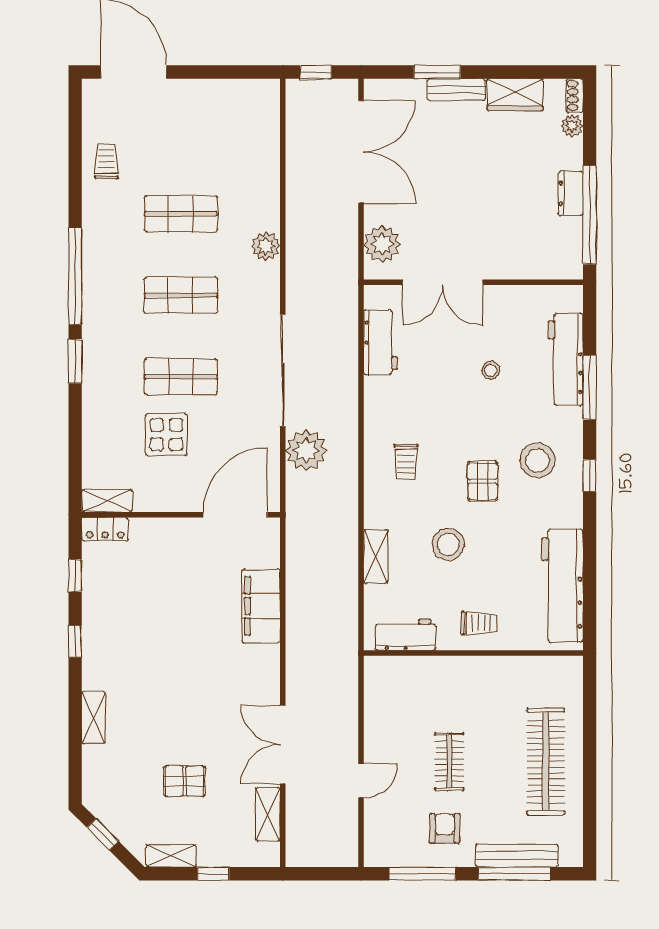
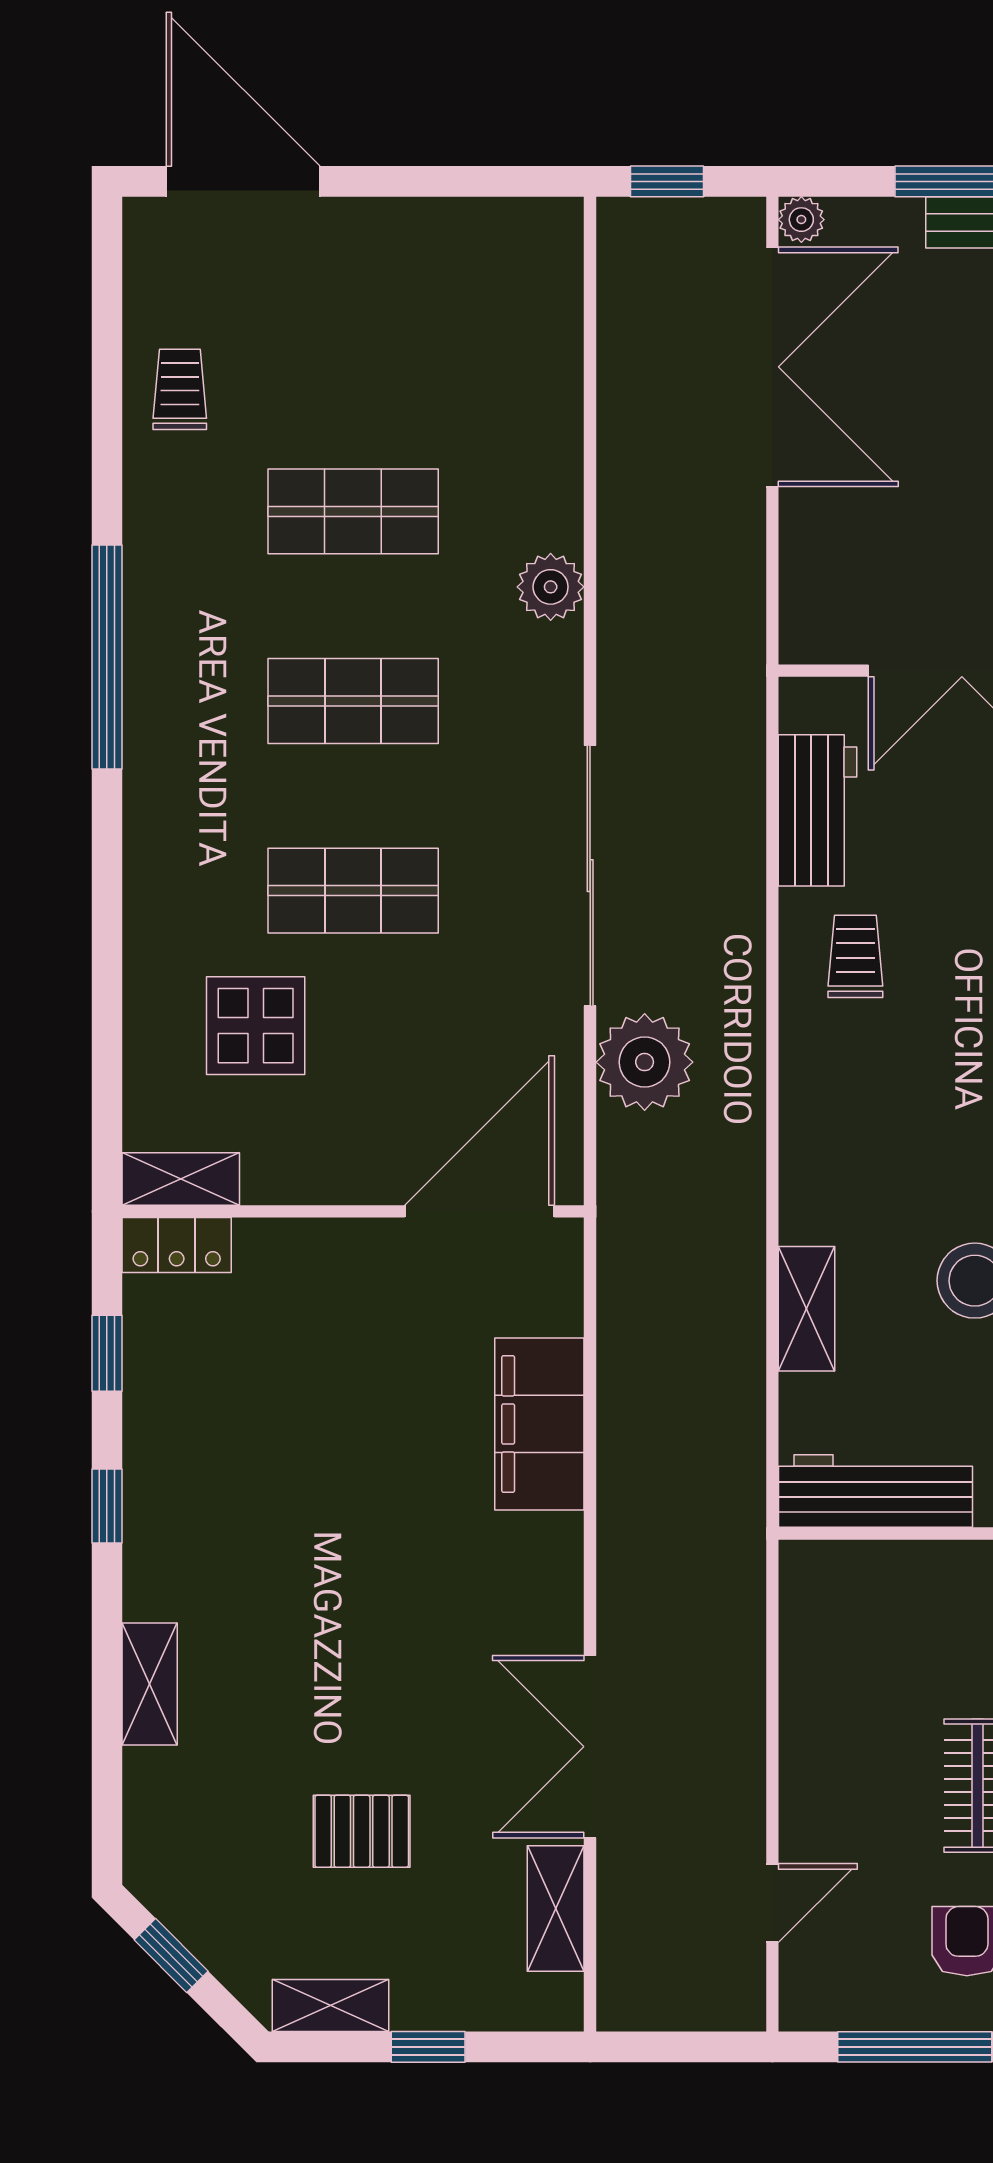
plant: (382, 244) -> (801, 220), moved, width x0.53, depth x0.53
window: (75, 361) -> (107, 854), removed
display table: (166, 435) -> (256, 1026), moved
trolley: (406, 462) -> (855, 956), moved, turned 180
workbench: (405, 635) -> (875, 1491), width x1.37
door: (361, 781) -> (772, 1903), moved

